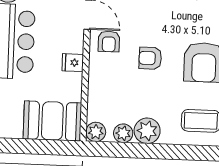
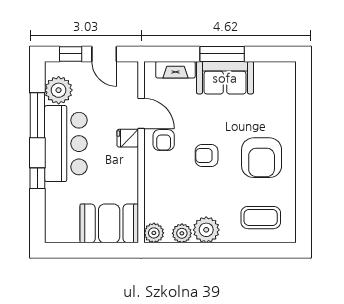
fridge: (73, 63) -> (128, 138), moved

